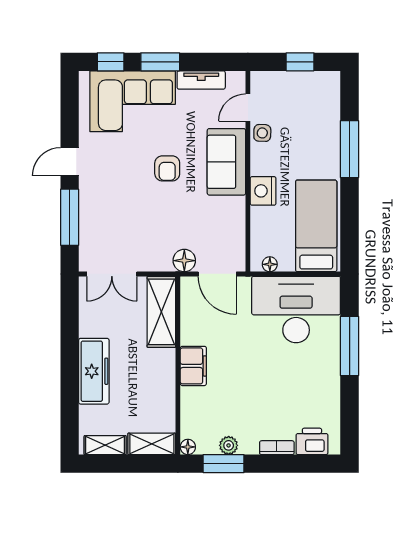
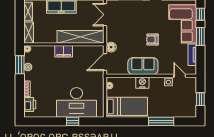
sofa: (226, 162) -> (143, 66), moved
desk: (296, 309) -> (76, 102), moved, turned 90
shelving: (161, 312) -> (80, 37), width x1.47
window: (350, 346) -> (73, 121), width x0.46

